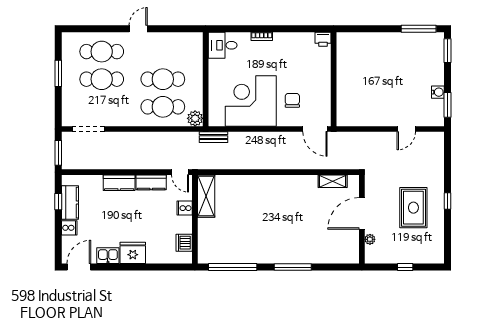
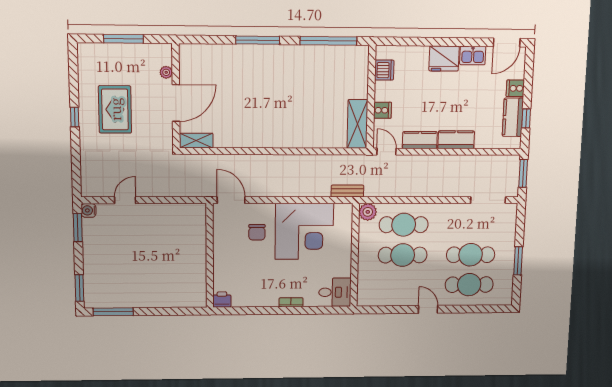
door: (138, 29) -> (428, 309), swing flipped
water cooler: (438, 92) -> (89, 210), moved
shelving: (333, 181) -> (196, 141), moved
window: (405, 267) -> (123, 39), width x2.17

